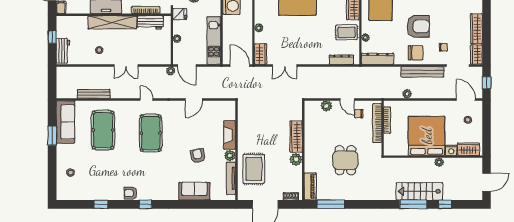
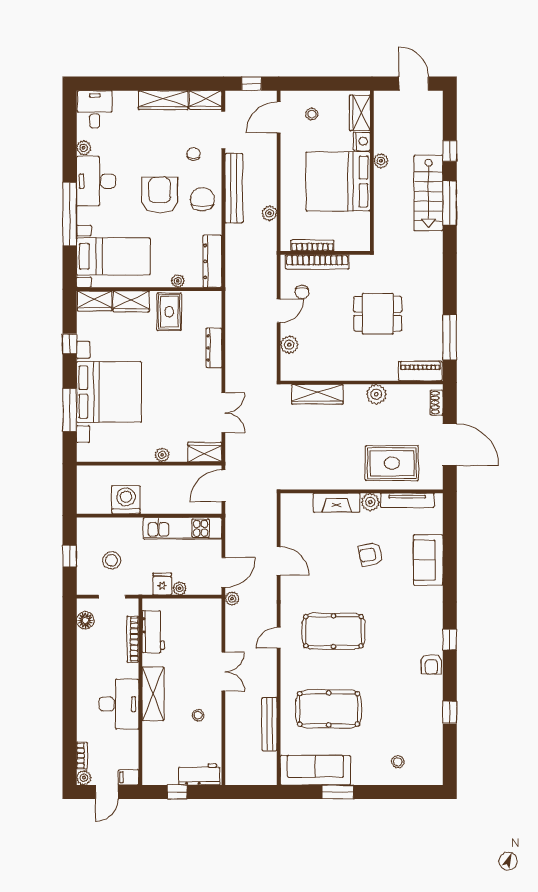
fridge: (180, 14) -> (162, 584), moved
shelving: (112, 22) -> (153, 694), width x0.68
dresser: (341, 60) -> (214, 348), moved
wardrobe: (296, 137) -> (317, 394), moved

